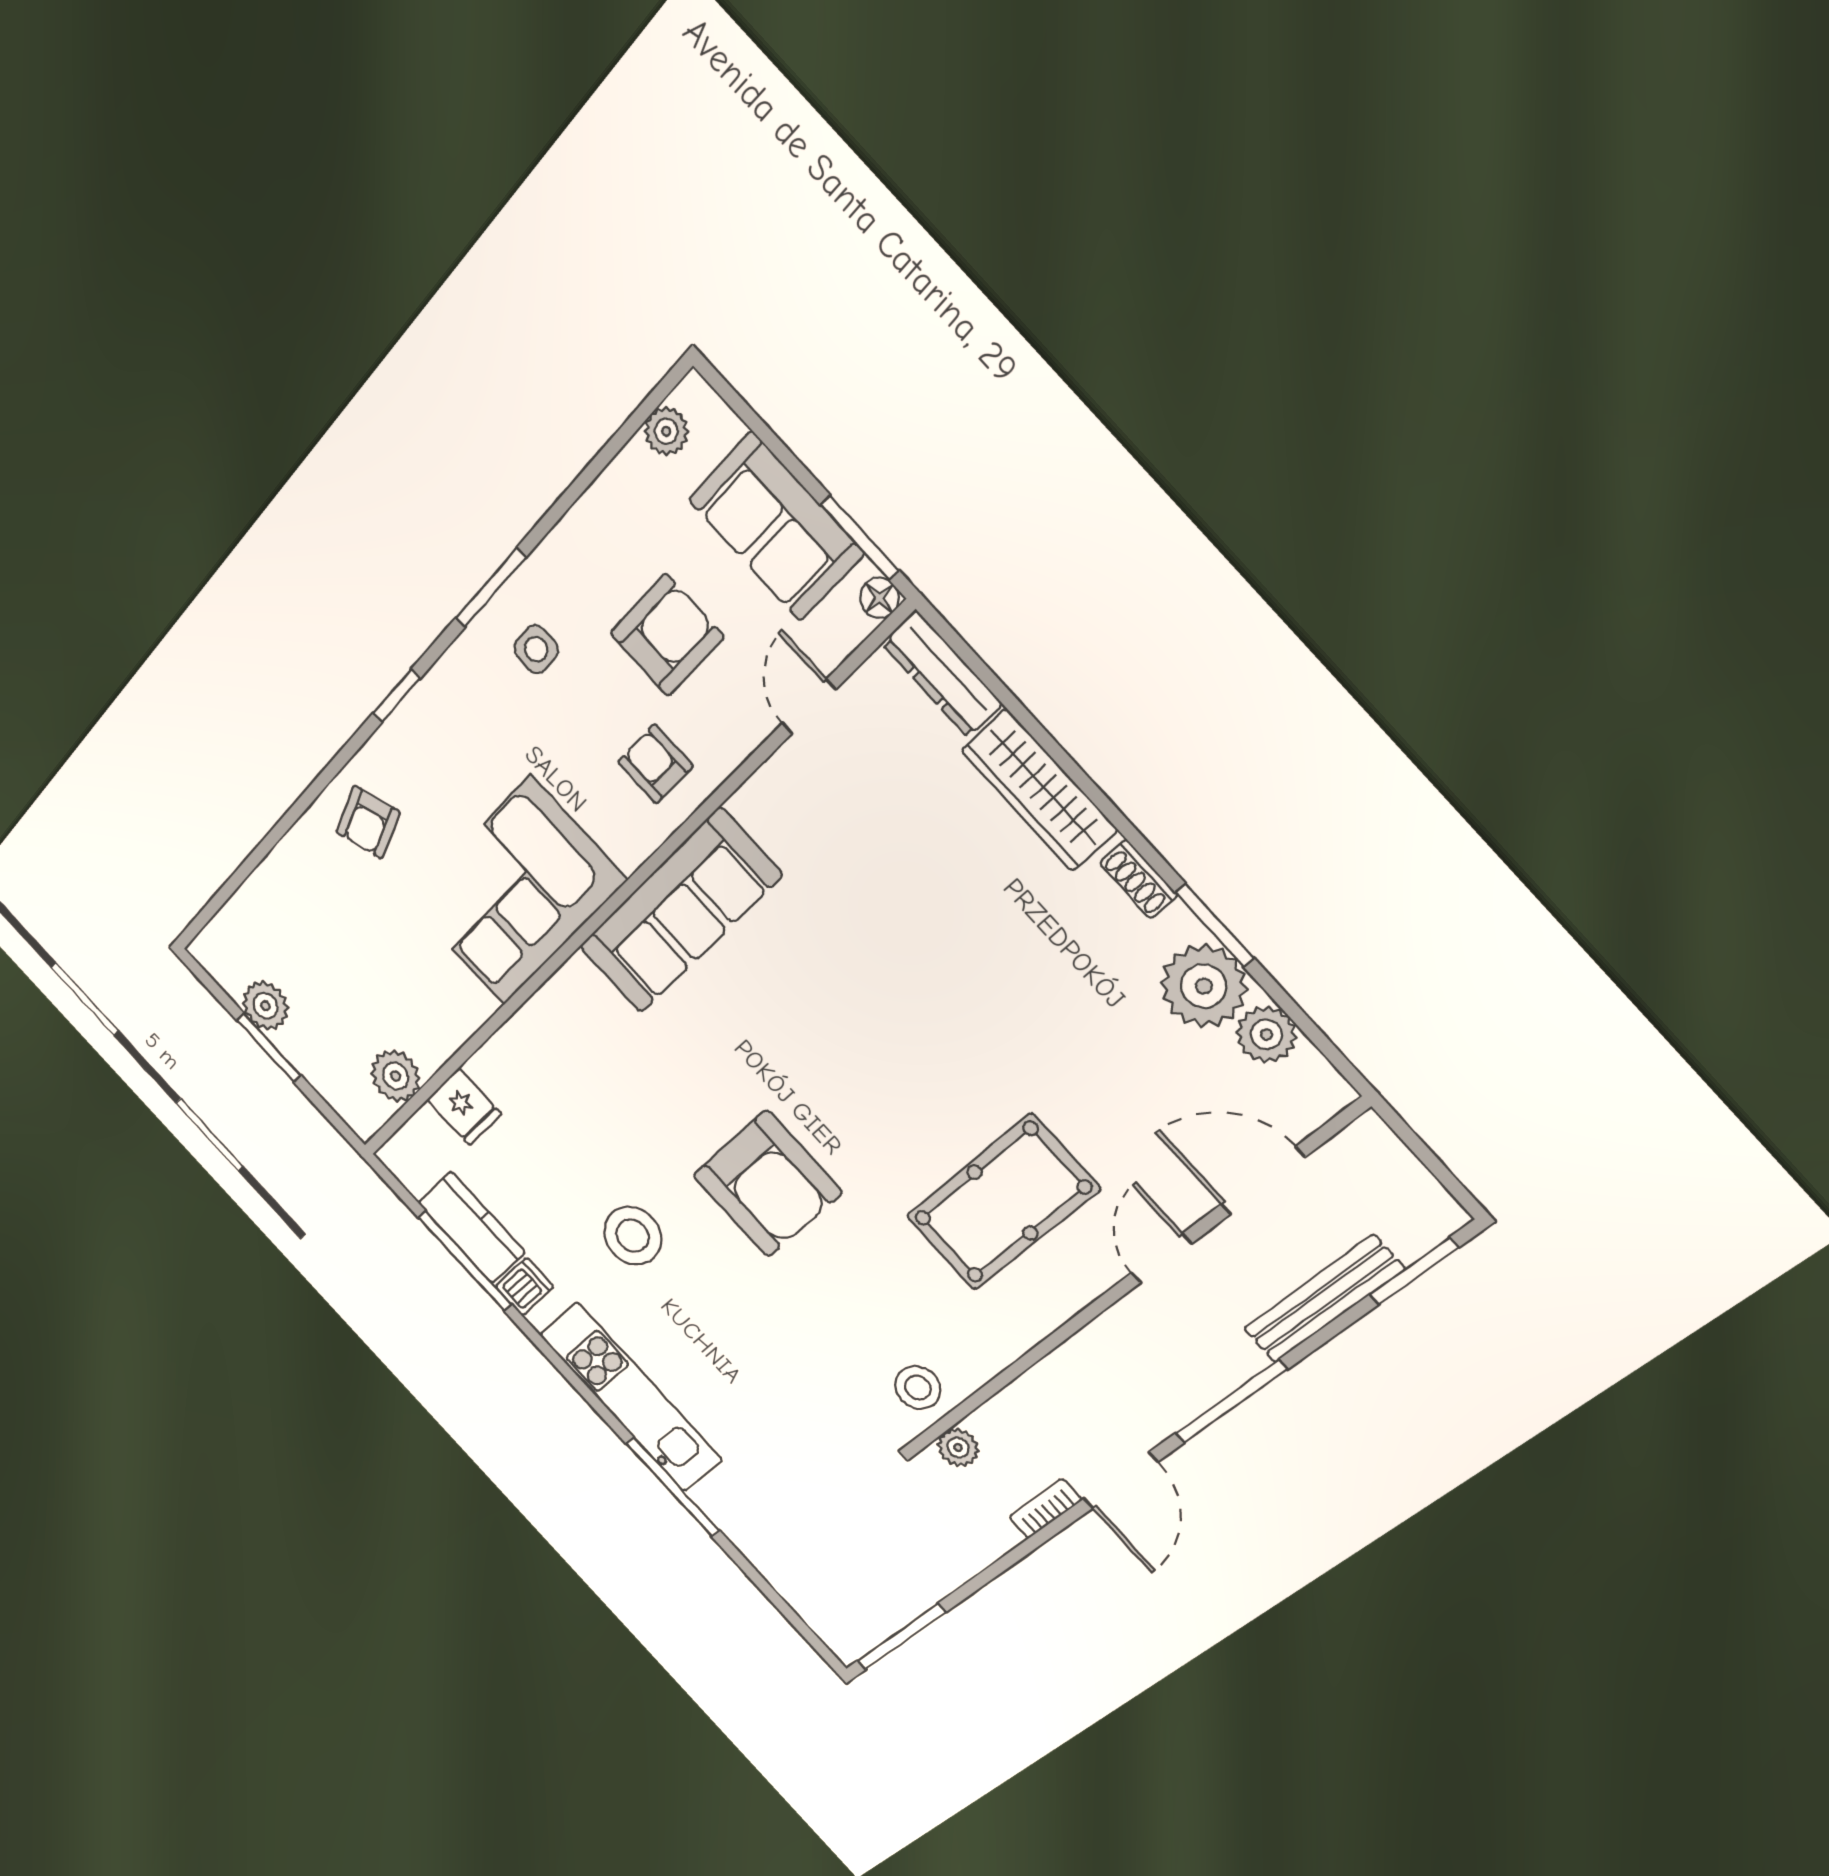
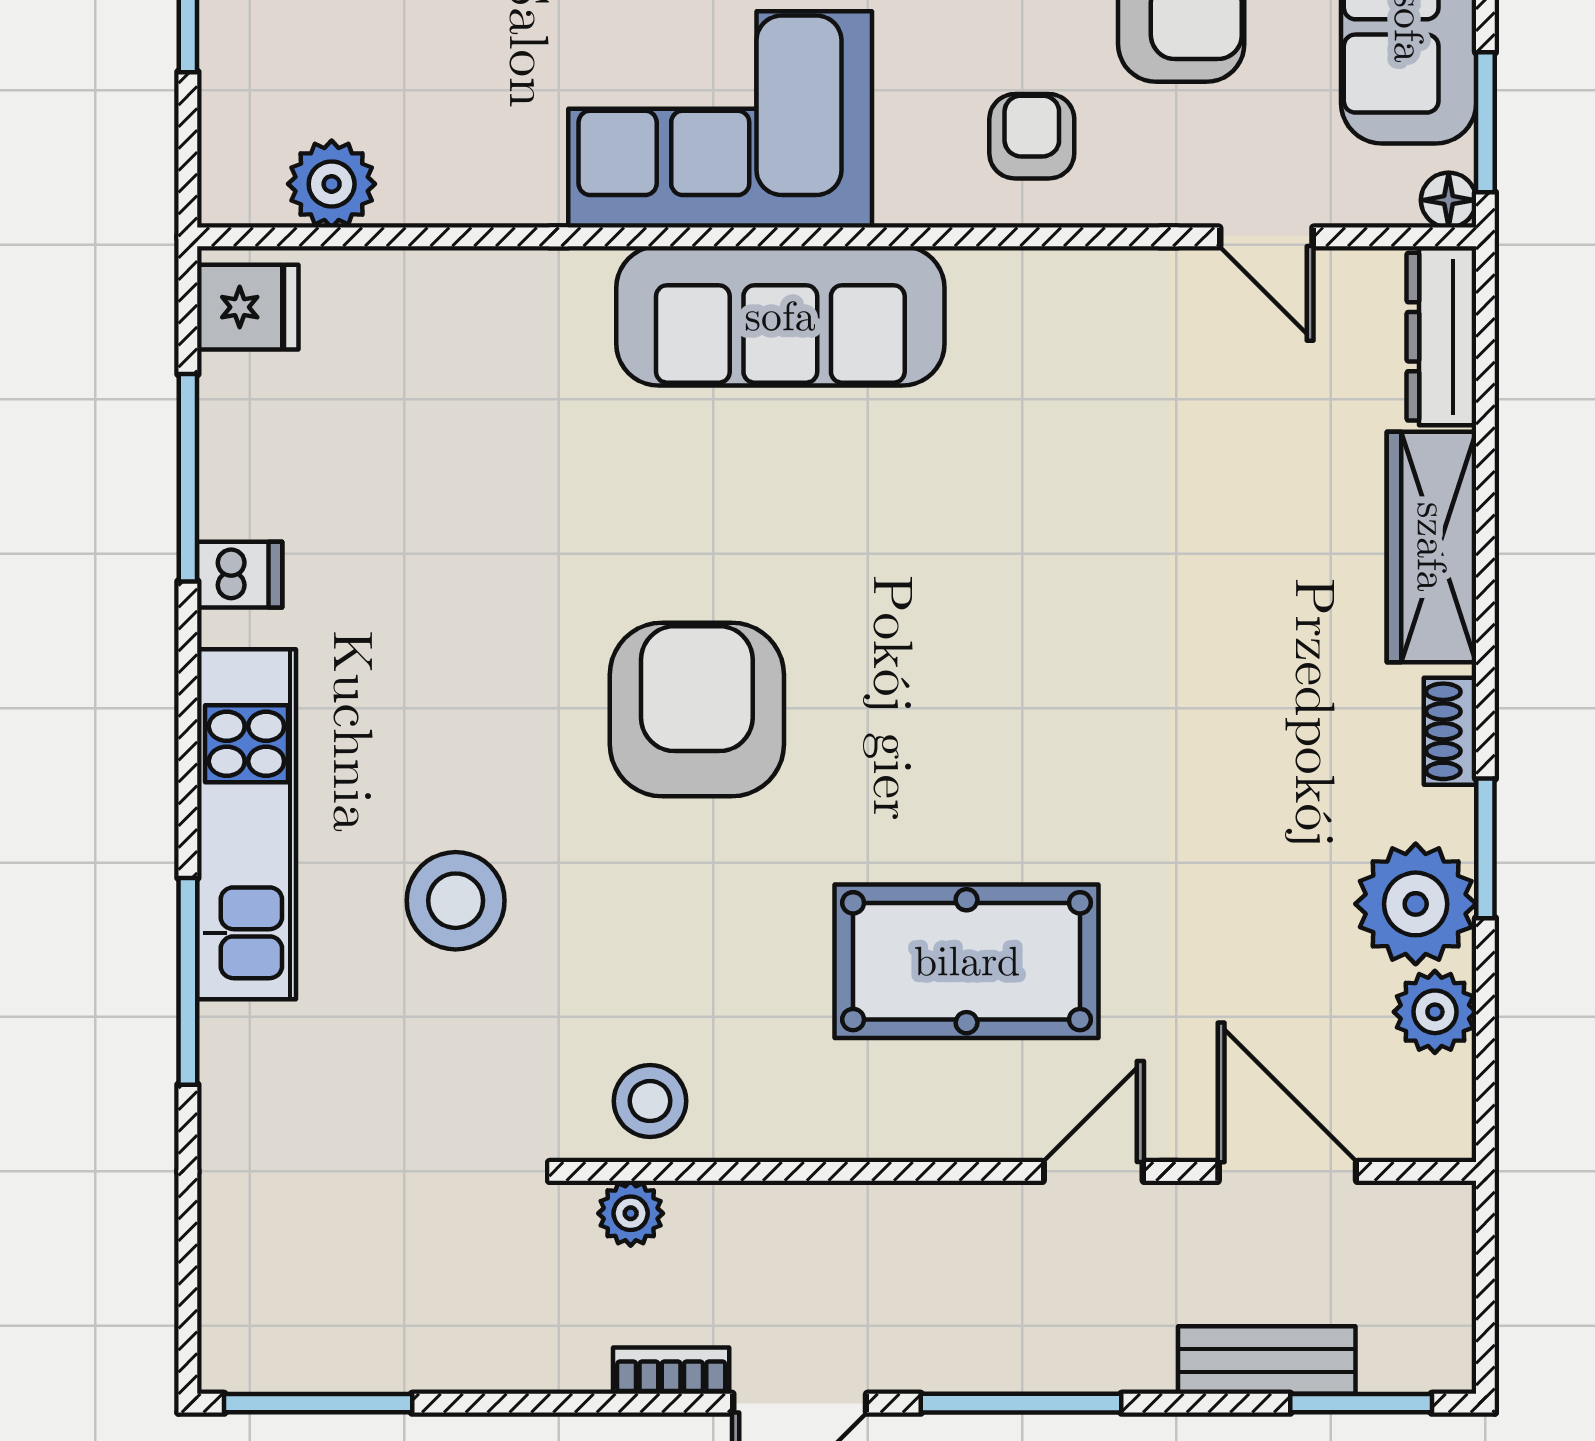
door: (809, 706) -> (1266, 237), swing flipped
sofa: (680, 911) -> (780, 316), moved
fridge: (464, 1107) -> (248, 307), moved, turned -90
armchair: (767, 1184) -> (697, 709), turned 180
kitchen counter: (472, 1228) -> (242, 446), removed
stool: (633, 1236) -> (456, 901), moved
bench: (1323, 1299) -> (1267, 1360), width x0.73

